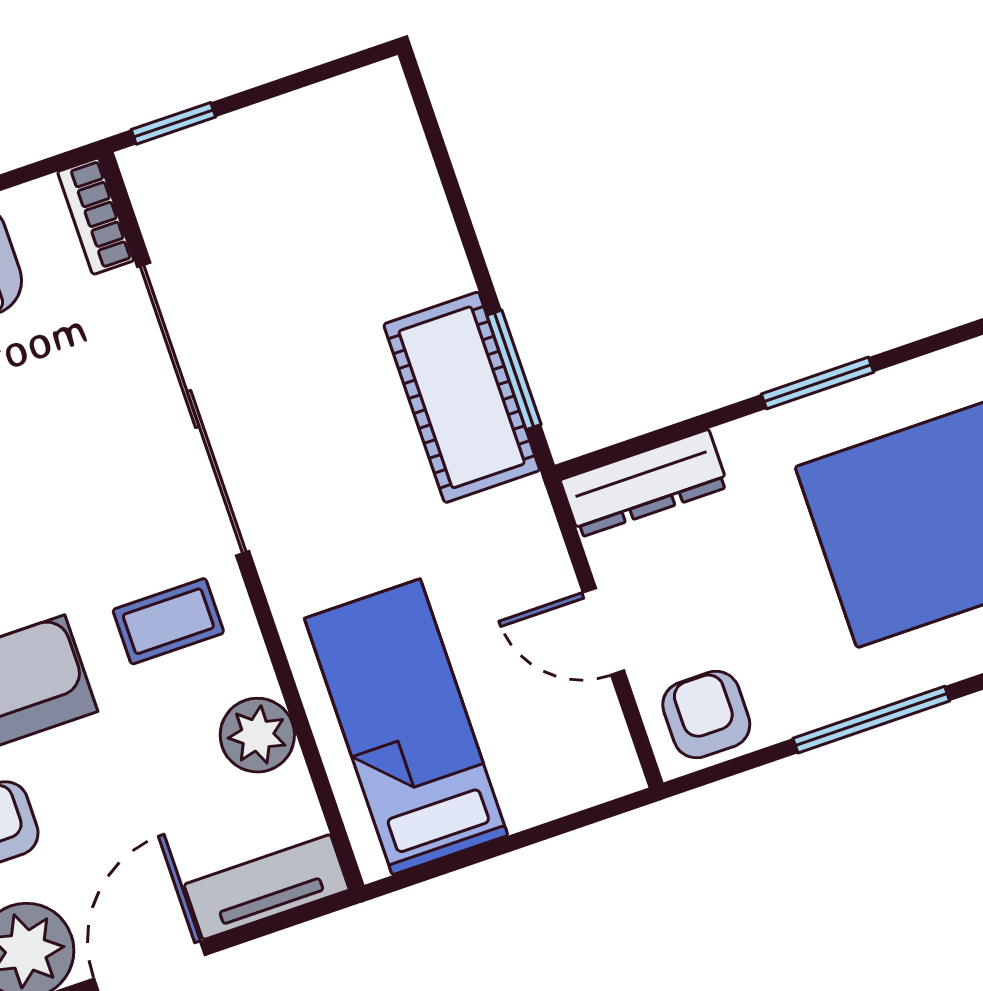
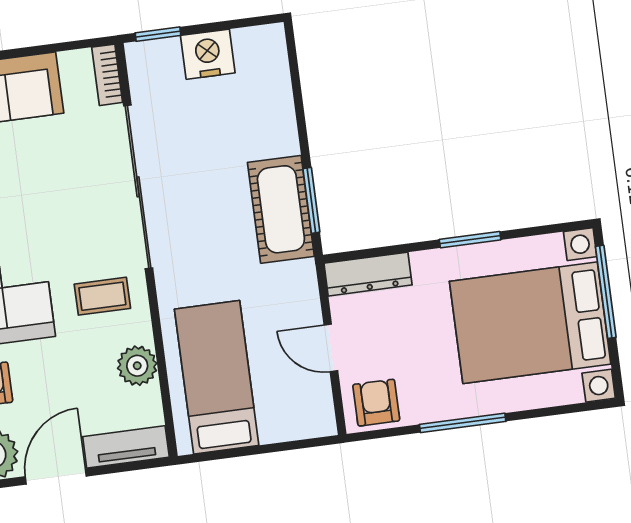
nightstand: (271, 142) -> (208, 54), added

